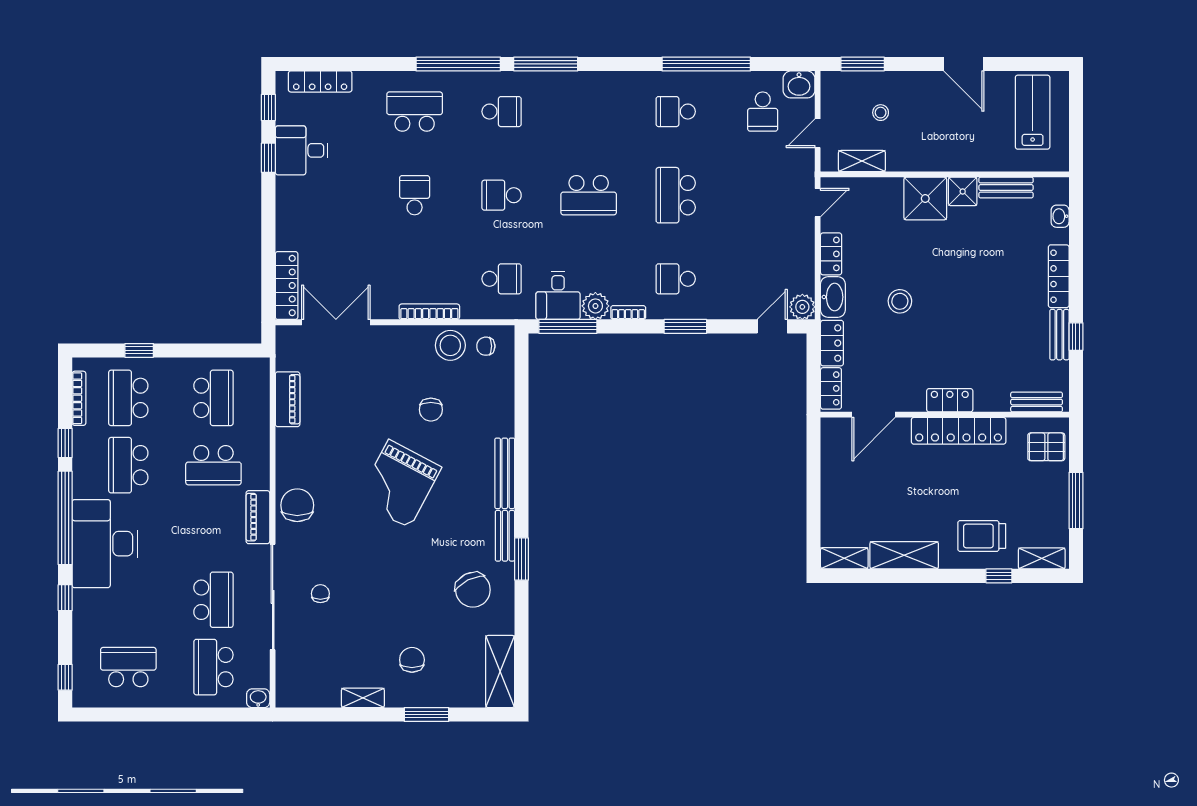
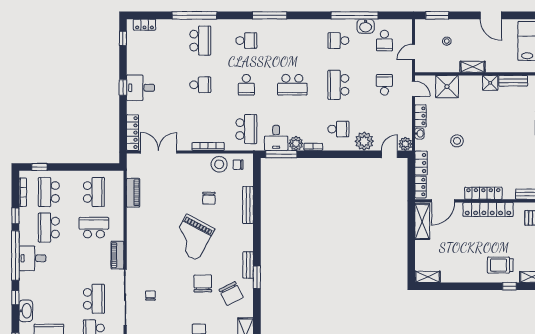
window: (458, 64) -> (194, 15), moved
locker: (320, 81) -> (145, 25), width x0.66
washbasin: (799, 84) -> (366, 26), moved
school desk: (415, 112) -> (200, 41), turned 90
desk: (302, 150) -> (141, 88), moved
window: (268, 158) -> (123, 87), moved
shelving: (862, 161) -> (473, 67), moved
school desk: (415, 195) -> (200, 85), turned 90
school desk: (502, 195) -> (246, 85), turned -90
school desk: (763, 195) -> (384, 85), added
shower: (925, 199) -> (447, 87), moved
door: (818, 203) -> (414, 89), hinge flipped
school desk: (502, 279) -> (246, 129), width x1.85
school desk: (676, 279) -> (338, 129), turned 180
washbasin: (833, 297) -> (420, 134), width x0.52, depth x0.69
plant: (724, 302) -> (364, 141), added
window: (685, 326) -> (344, 154), removed
window: (139, 350) -> (39, 167), moved
locker: (950, 400) -> (483, 193), width x1.53
school desk: (213, 465) -> (94, 228), turned 180
bench: (505, 473) -> (248, 205), moved
chair: (297, 505) -> (203, 283), moved
desk: (105, 544) -> (32, 258), width x0.53, depth x0.77
shelving: (904, 555) -> (422, 222), moved, turned 90
washbasin: (85, 622) -> (26, 311), added

